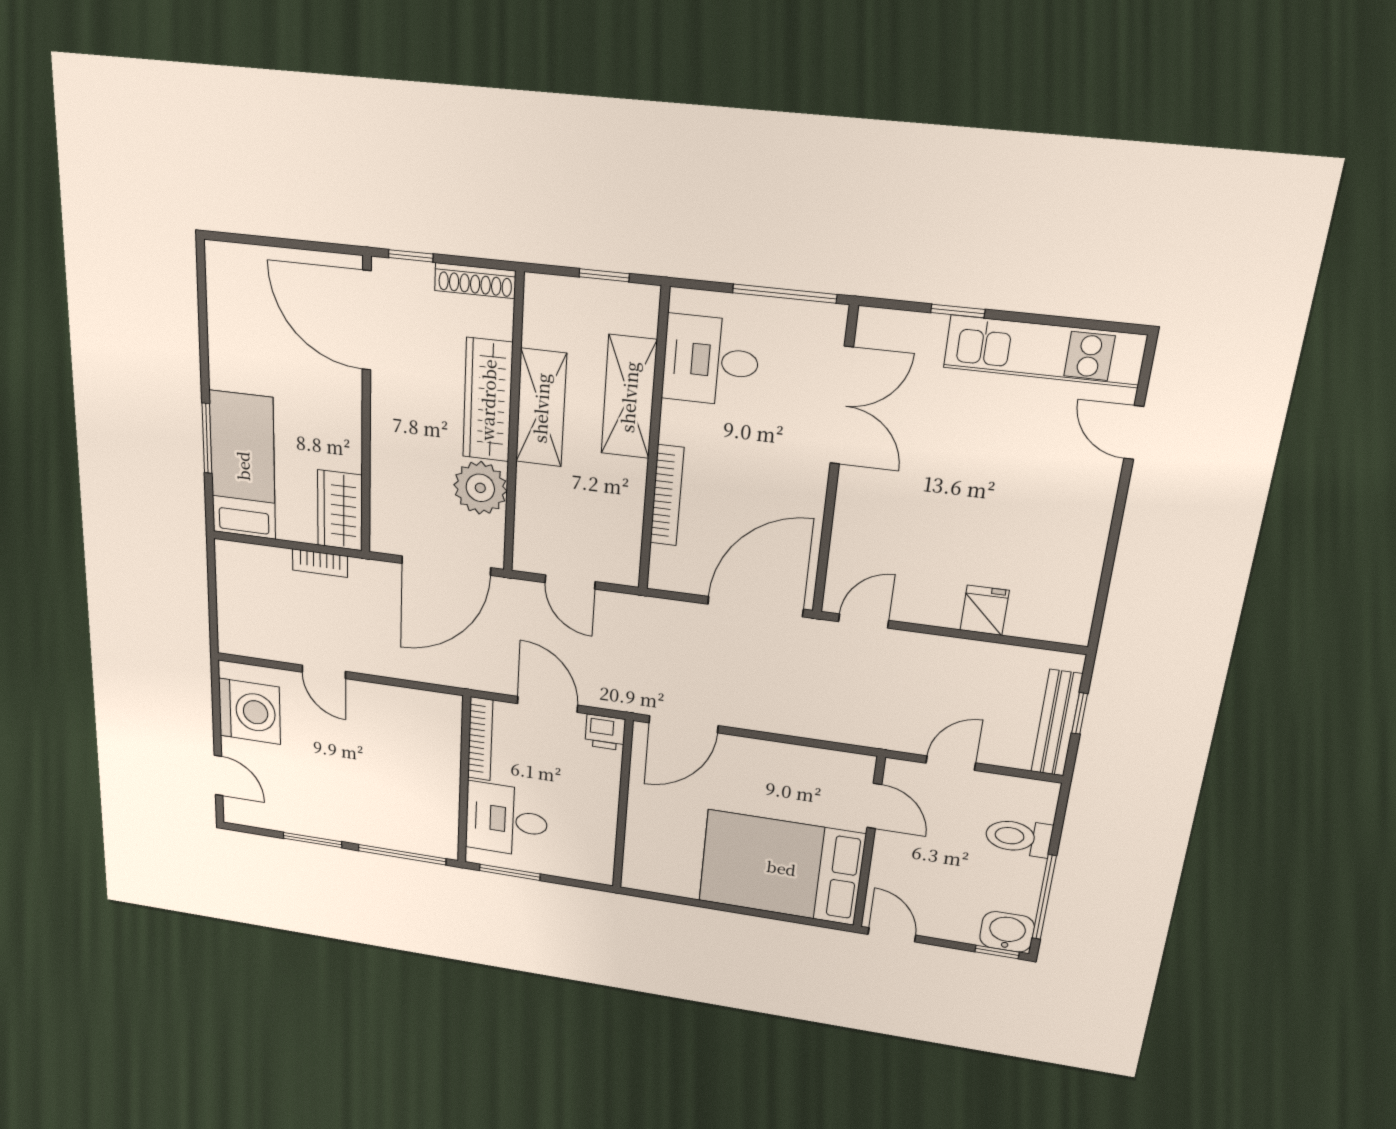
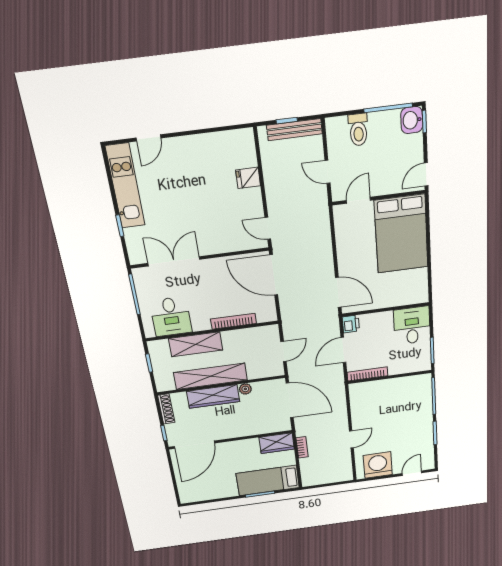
shelving: (541, 408) -> (210, 376), width x1.47
plant: (480, 488) -> (245, 389), width x0.53, depth x0.53
desk: (506, 820) -> (412, 326), moved, turned 180

